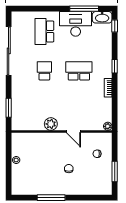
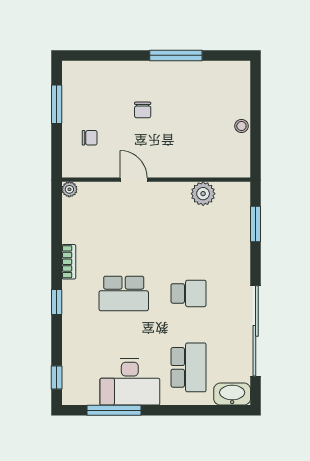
washbasin: (102, 17) -> (232, 394), moved
school desk: (44, 71) -> (189, 293), turned -90
plant: (51, 124) -> (203, 194), moved

